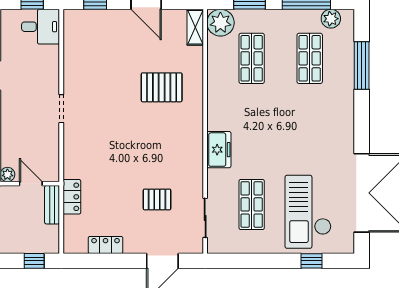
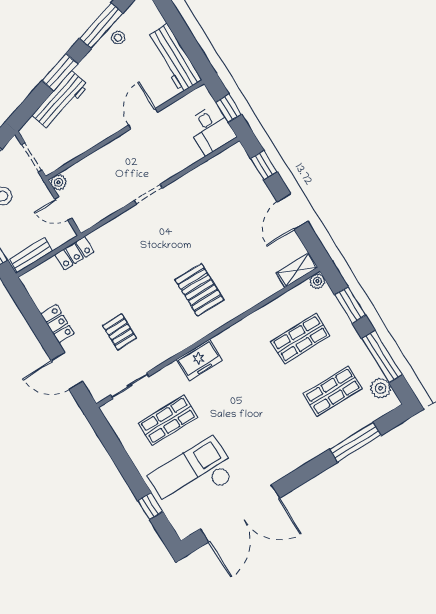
plant: (220, 23) -> (317, 281), width x0.53, depth x0.53
pallet: (162, 87) -> (199, 290), moved
door: (31, 184) -> (63, 209), swing flipped
bench: (52, 205) -> (31, 255), moved
locker: (106, 245) -> (58, 324), moved

